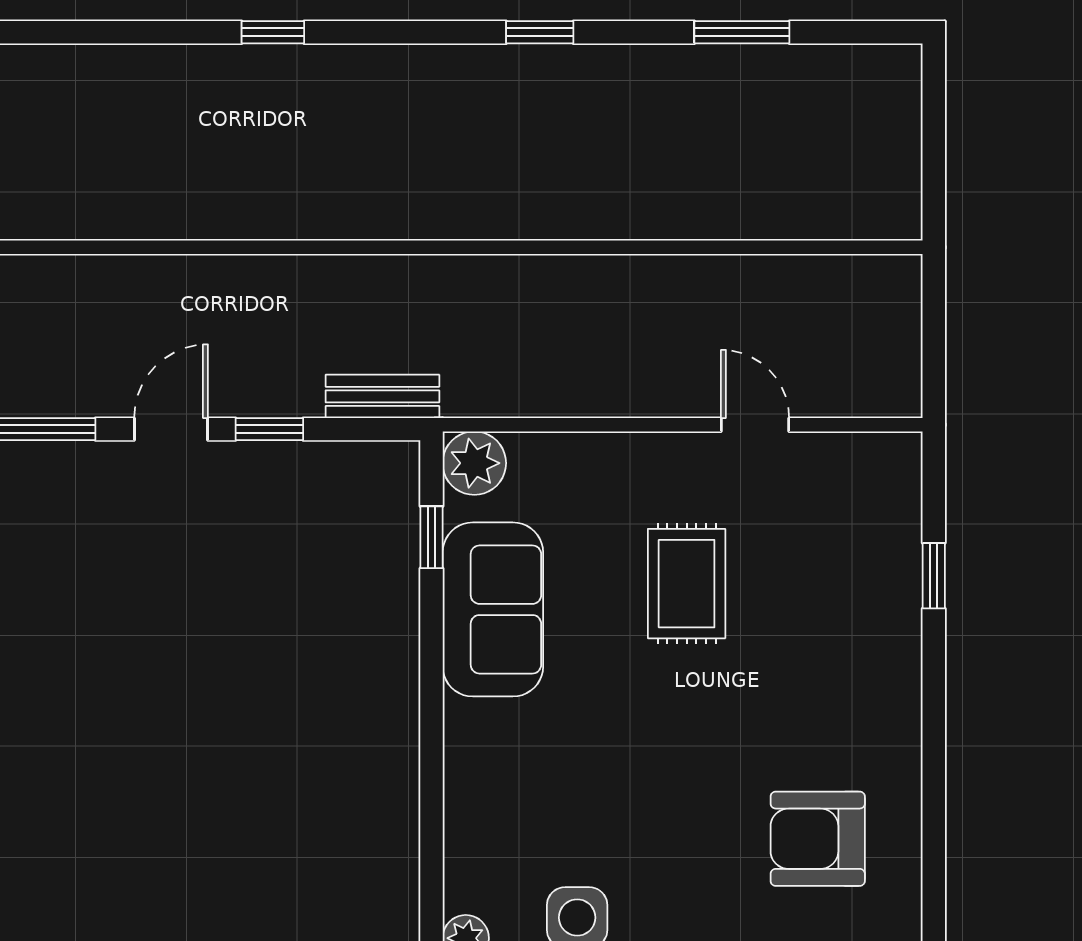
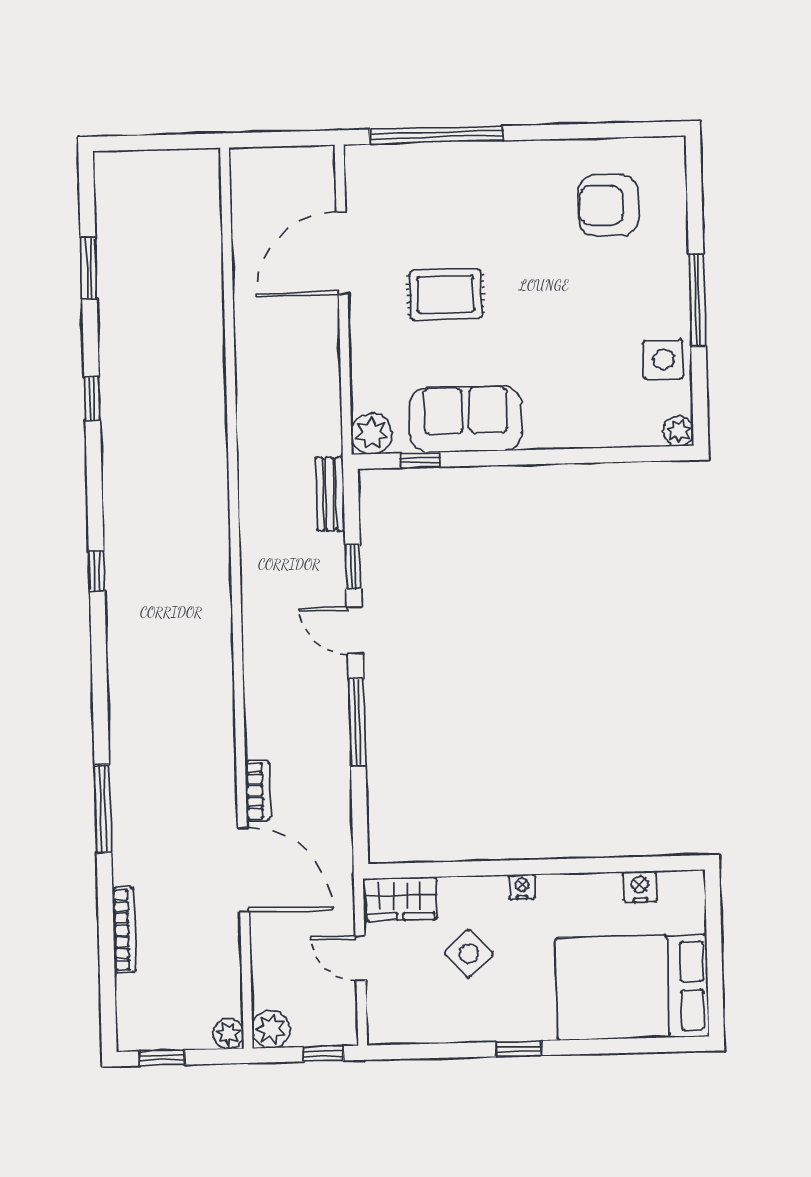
door: (755, 425) -> (342, 253), width x1.87
window: (934, 576) -> (437, 135), width x3.17
armchair: (818, 839) -> (608, 205), turned 90

